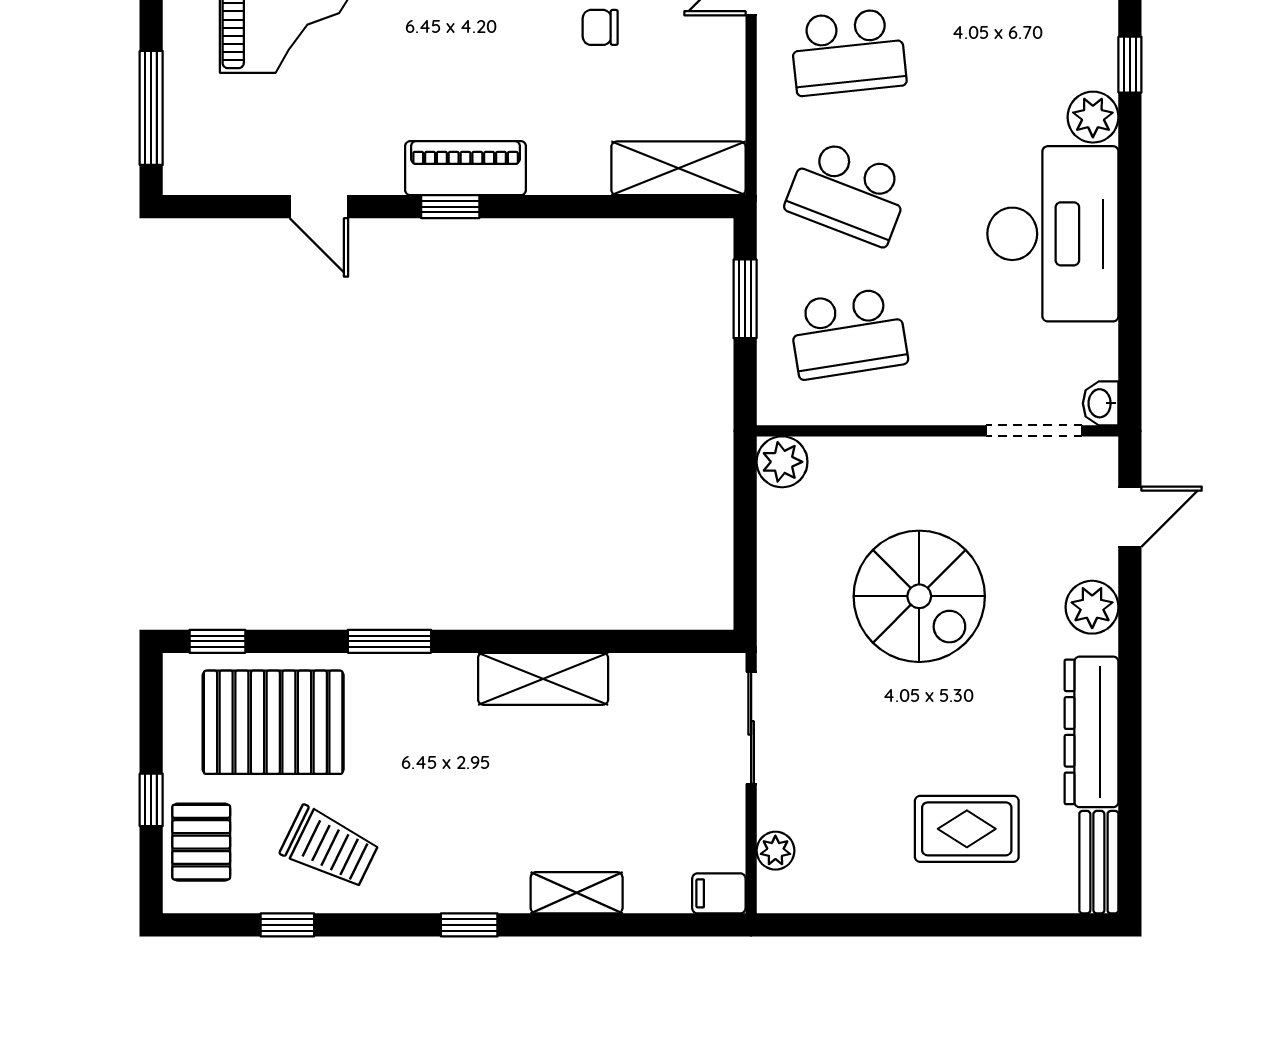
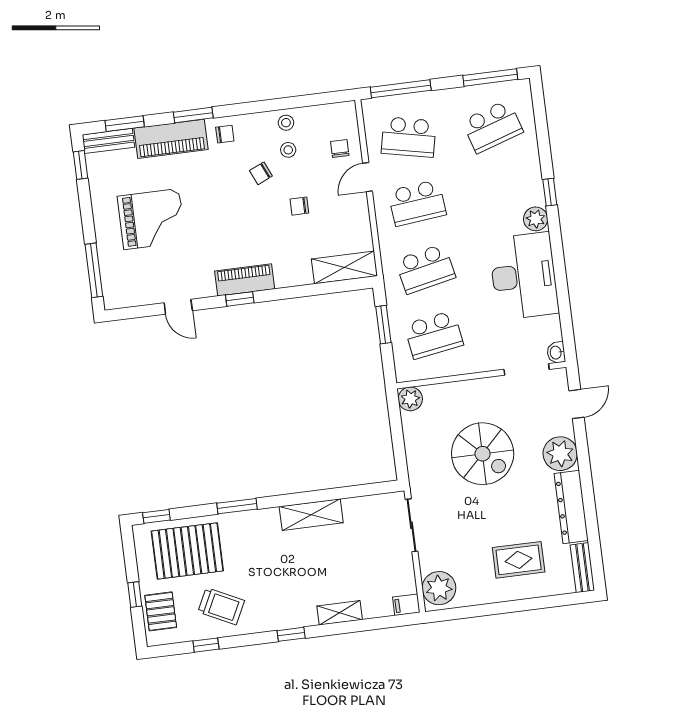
school desk: (848, 193) -> (425, 269), turned -33
plant: (1092, 607) -> (560, 454), width x1.36, depth x1.36
plant: (775, 851) -> (439, 588), width x1.87, depth x1.87

